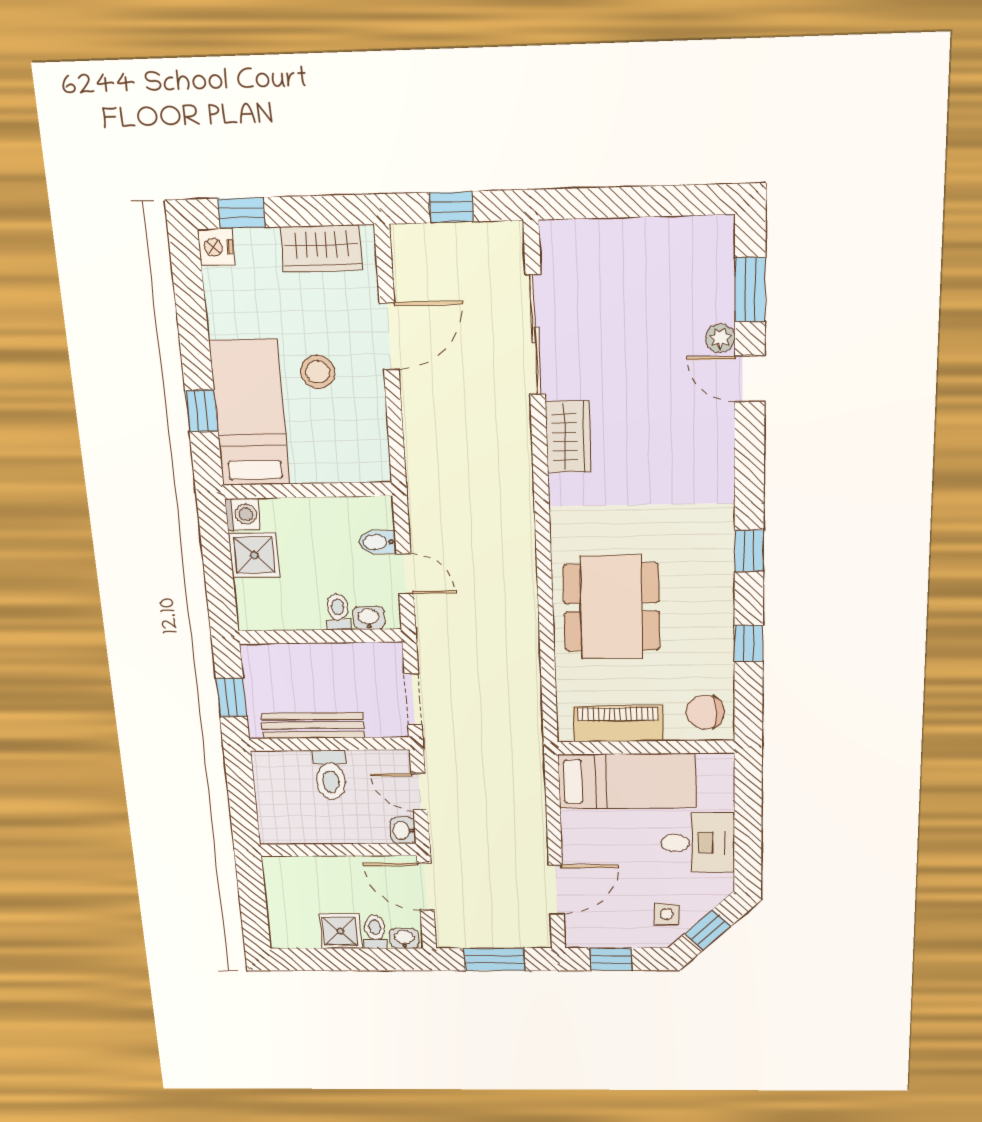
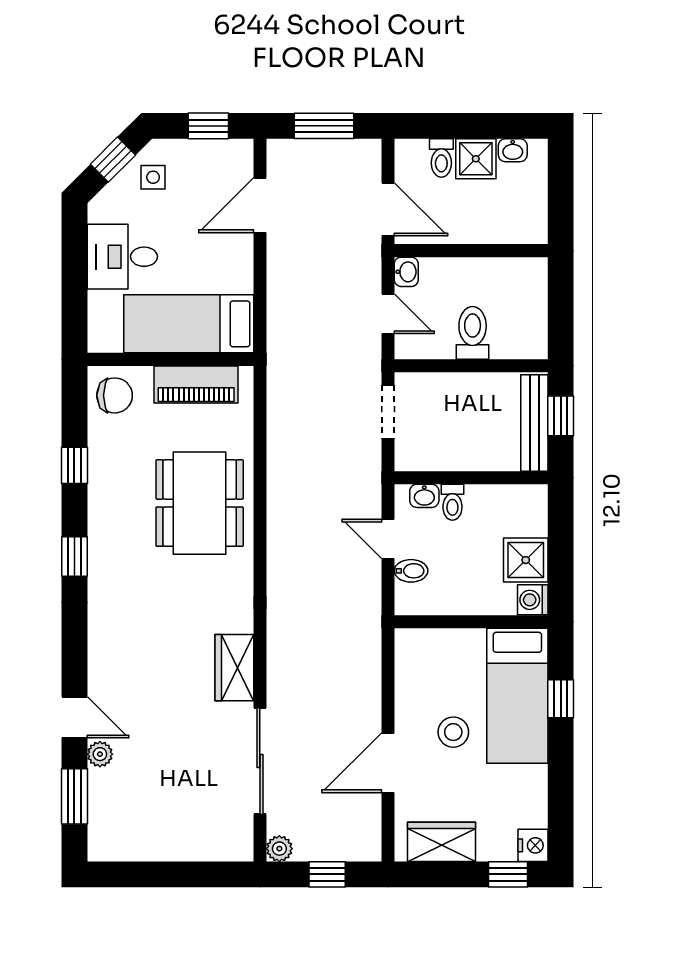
plant: (509, 236) -> (279, 849), added
bench: (313, 725) -> (534, 423), moved, turned 90
washbasin: (404, 938) -> (513, 150), moved

